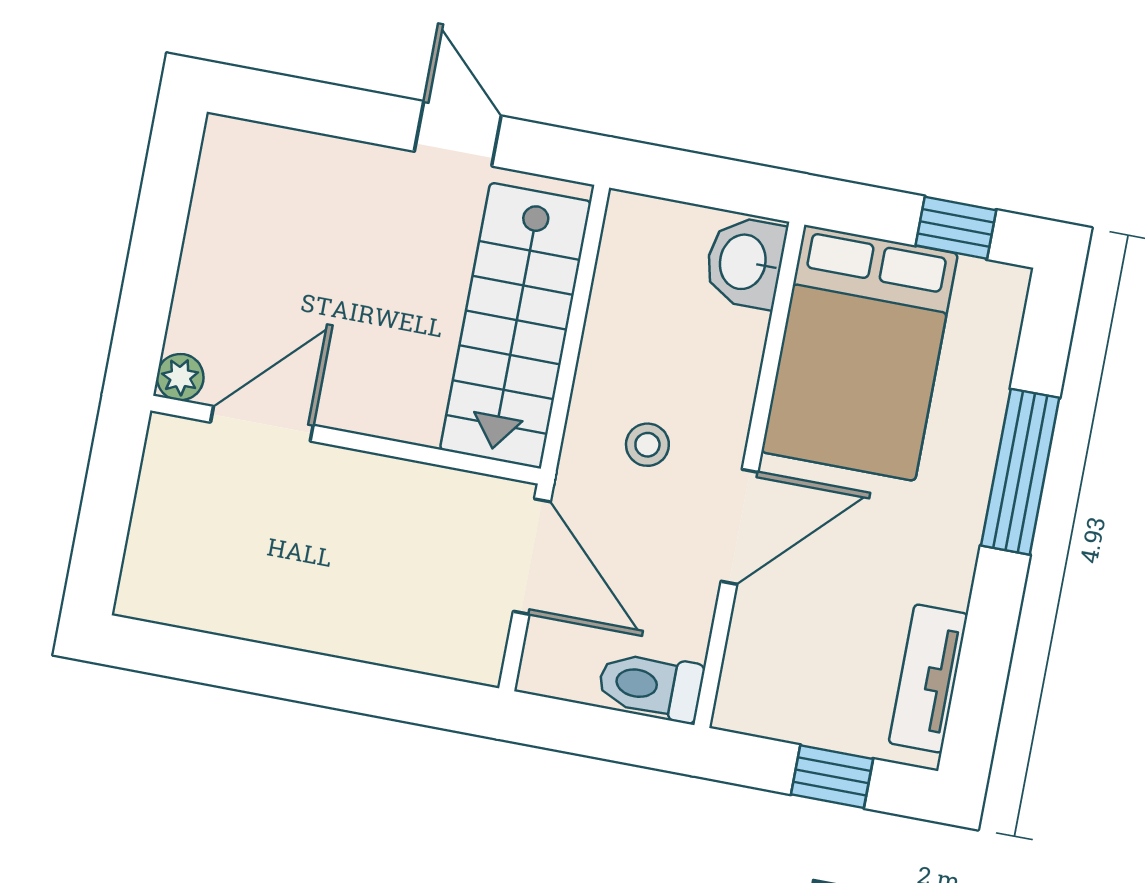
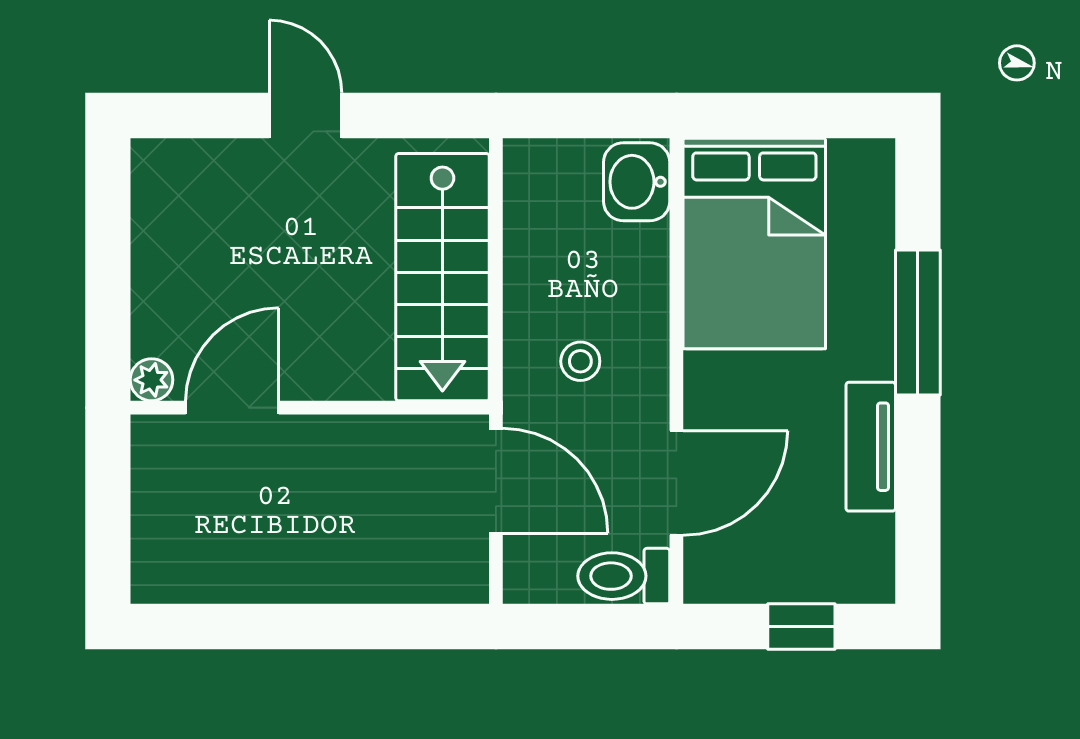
door: (458, 134) -> (306, 115), moved
window: (956, 228) -> (819, 115), removed
door: (739, 527) -> (676, 483), moved
tv unit: (928, 678) -> (871, 447), moved

